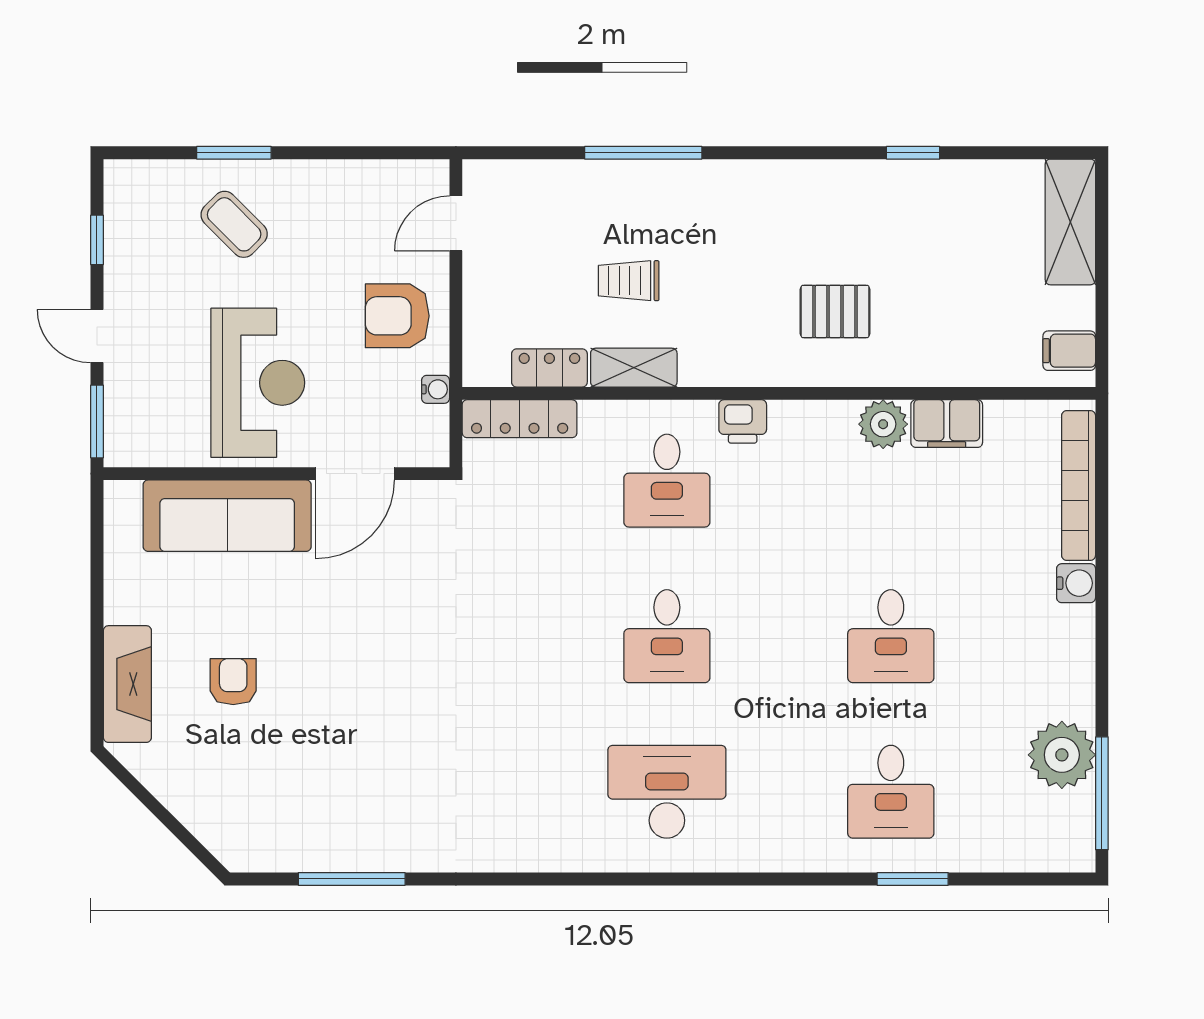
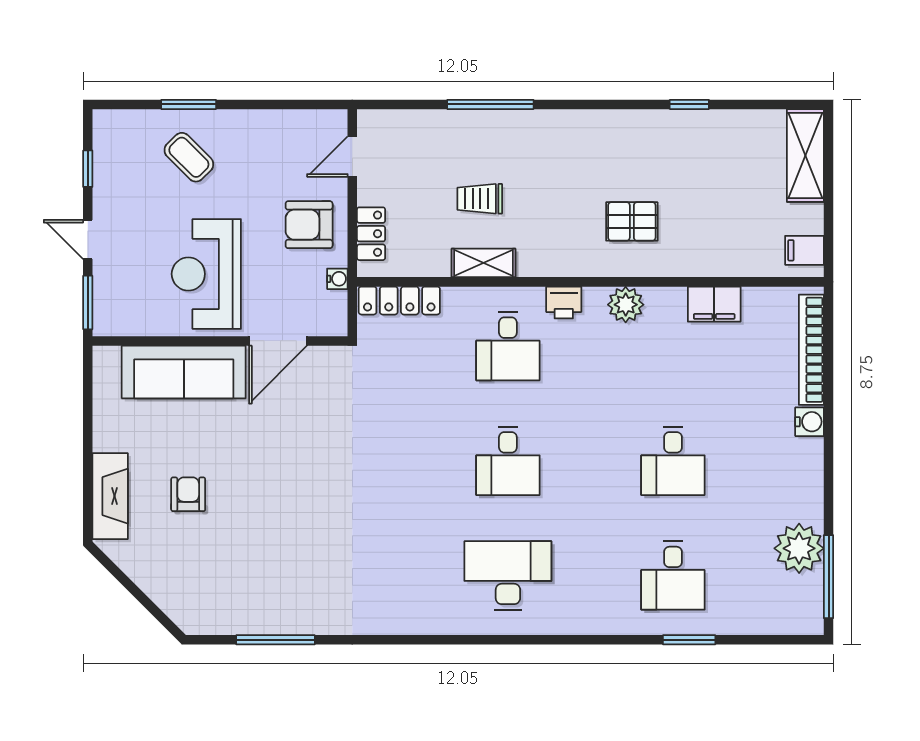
locker: (549, 368) -> (371, 234), moved, turned 90
reception desk: (258, 383) -> (206, 274), turned 180
plant: (883, 424) -> (626, 305), moved

